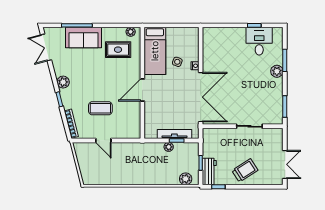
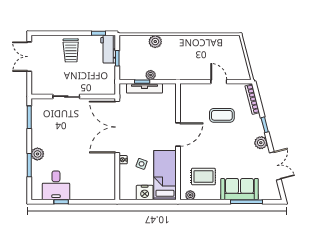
nightstand: (174, 34) -> (145, 193), added
double door: (46, 47) -> (275, 166), moved
trolley: (245, 170) -> (71, 50), turned -58
plant: (186, 179) -> (155, 42), moved

